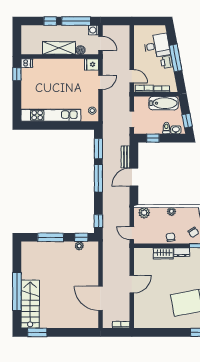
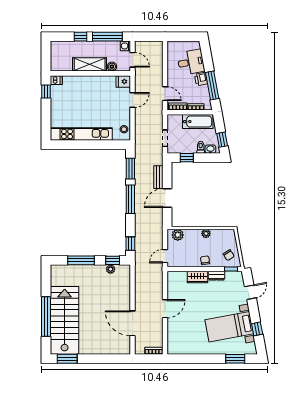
window: (176, 58) -> (212, 86), moved
door: (132, 233) -> (165, 256), hinge flipped
stairs: (30, 304) -> (65, 320), width x1.36, depth x1.51

